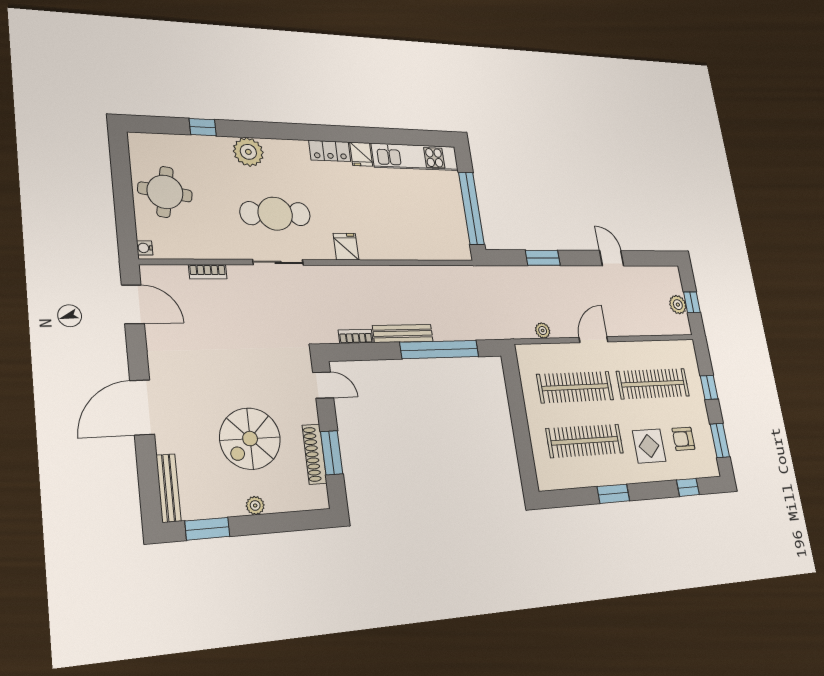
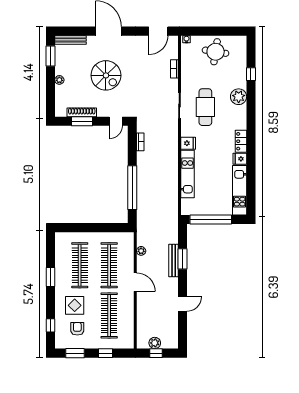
kitchen unit: (401, 248) -> (187, 174), added
bench: (403, 333) -> (174, 261), moved
spiral stairs: (250, 439) -> (106, 75), moved, turned 180

